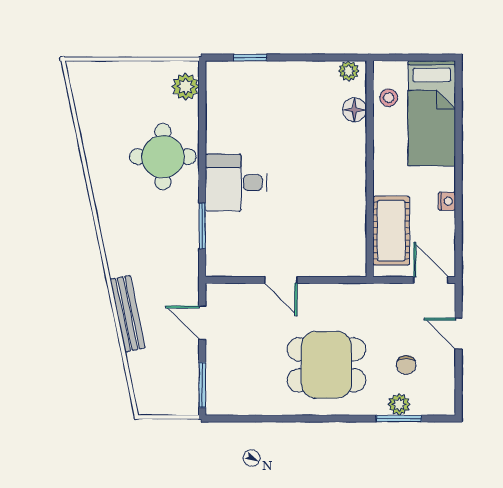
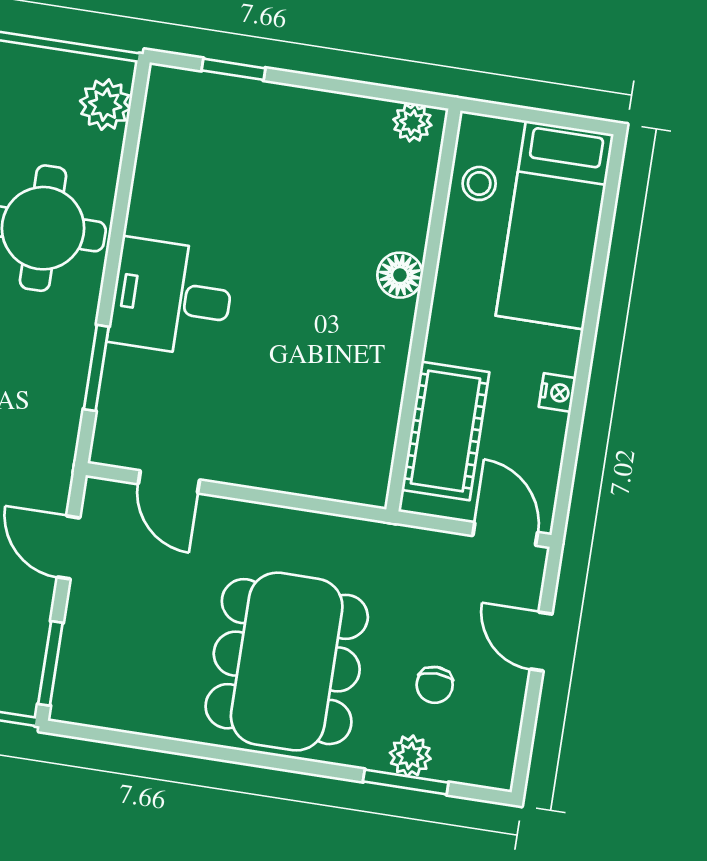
floor lamp: (355, 110) -> (400, 275), moved
door: (281, 280) -> (169, 482), moved
dining table: (326, 365) -> (287, 662), width x1.38

